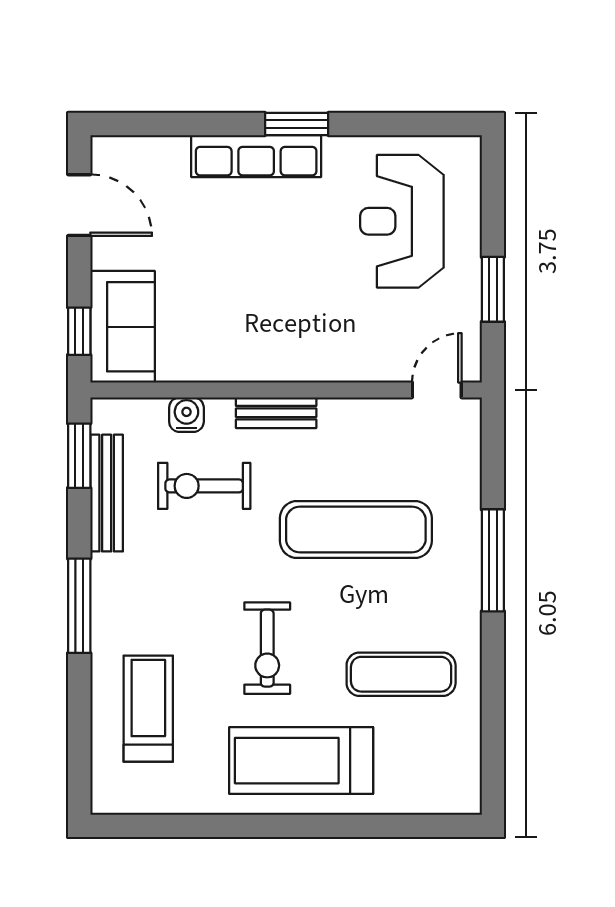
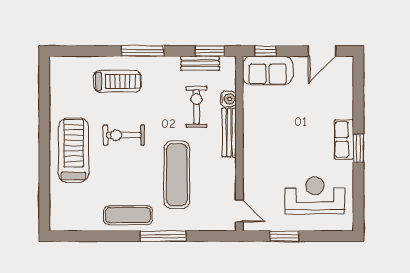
row of seats: (256, 156) -> (344, 140), width x0.68
bench: (276, 413) -> (229, 133), width x1.36
bench: (107, 493) -> (200, 63), width x0.73
exercise mat: (401, 674) -> (128, 215), moved, turned 90
treadmill: (148, 709) -> (117, 81), moved

